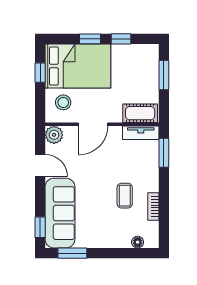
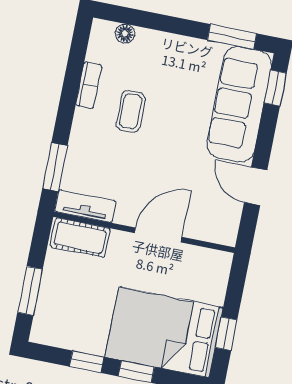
stool: (63, 102) -> (199, 279), removed
plant: (54, 135) -> (224, 231), removed

